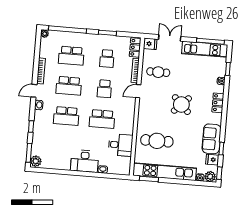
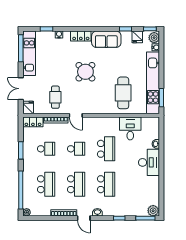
sofa: (211, 139) -> (106, 39), moved

